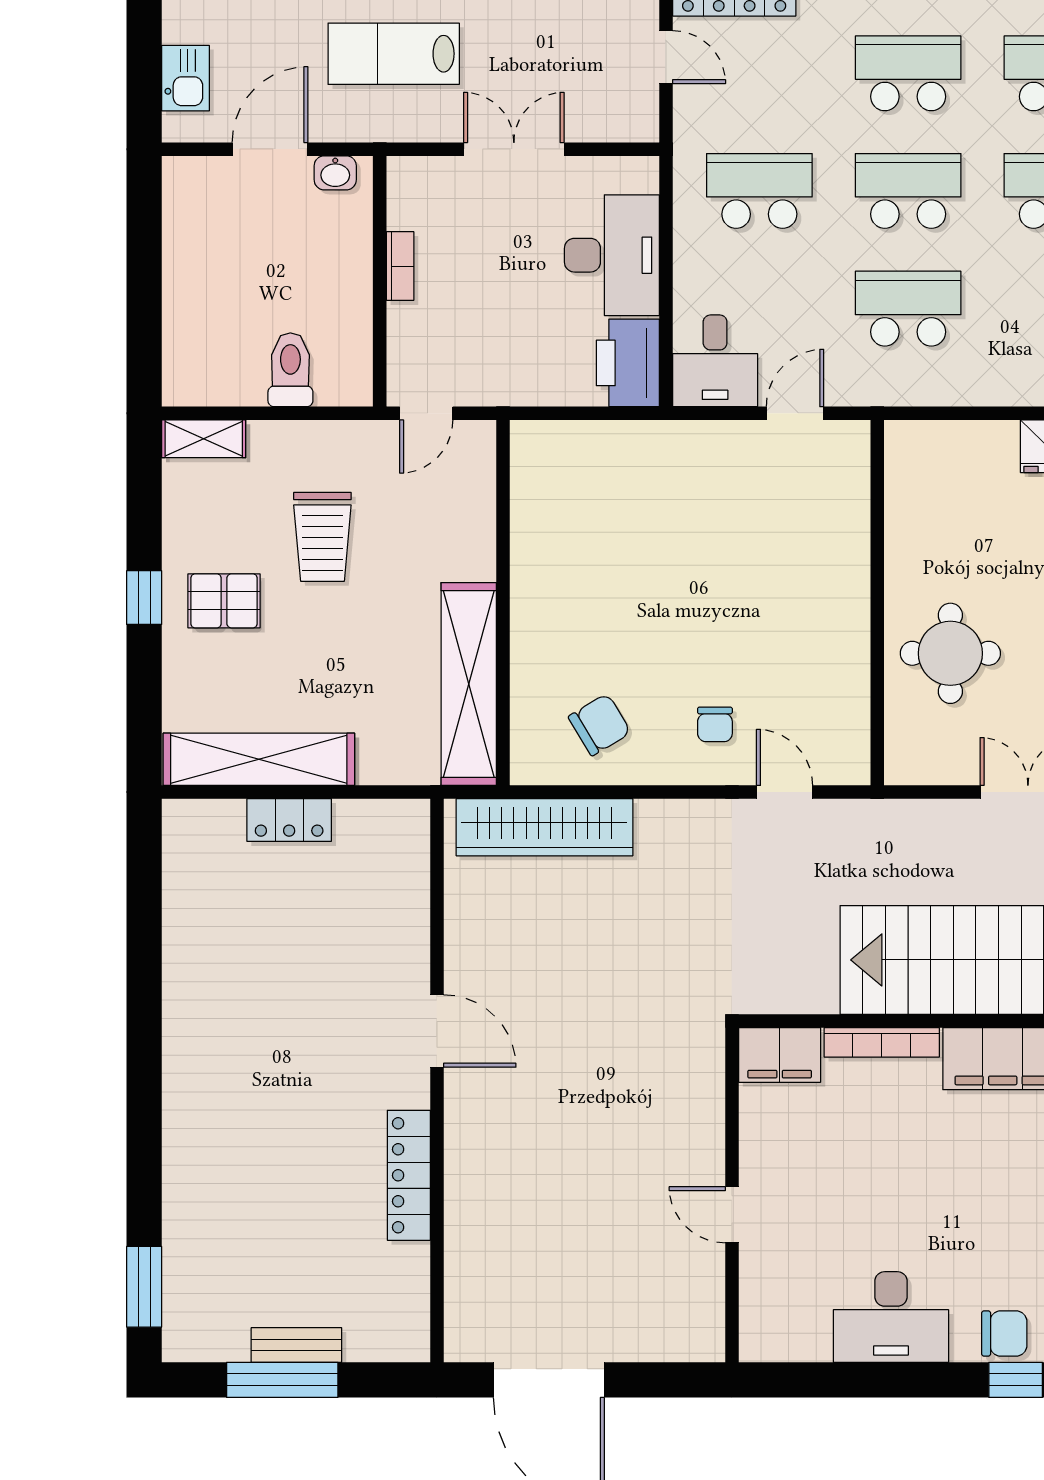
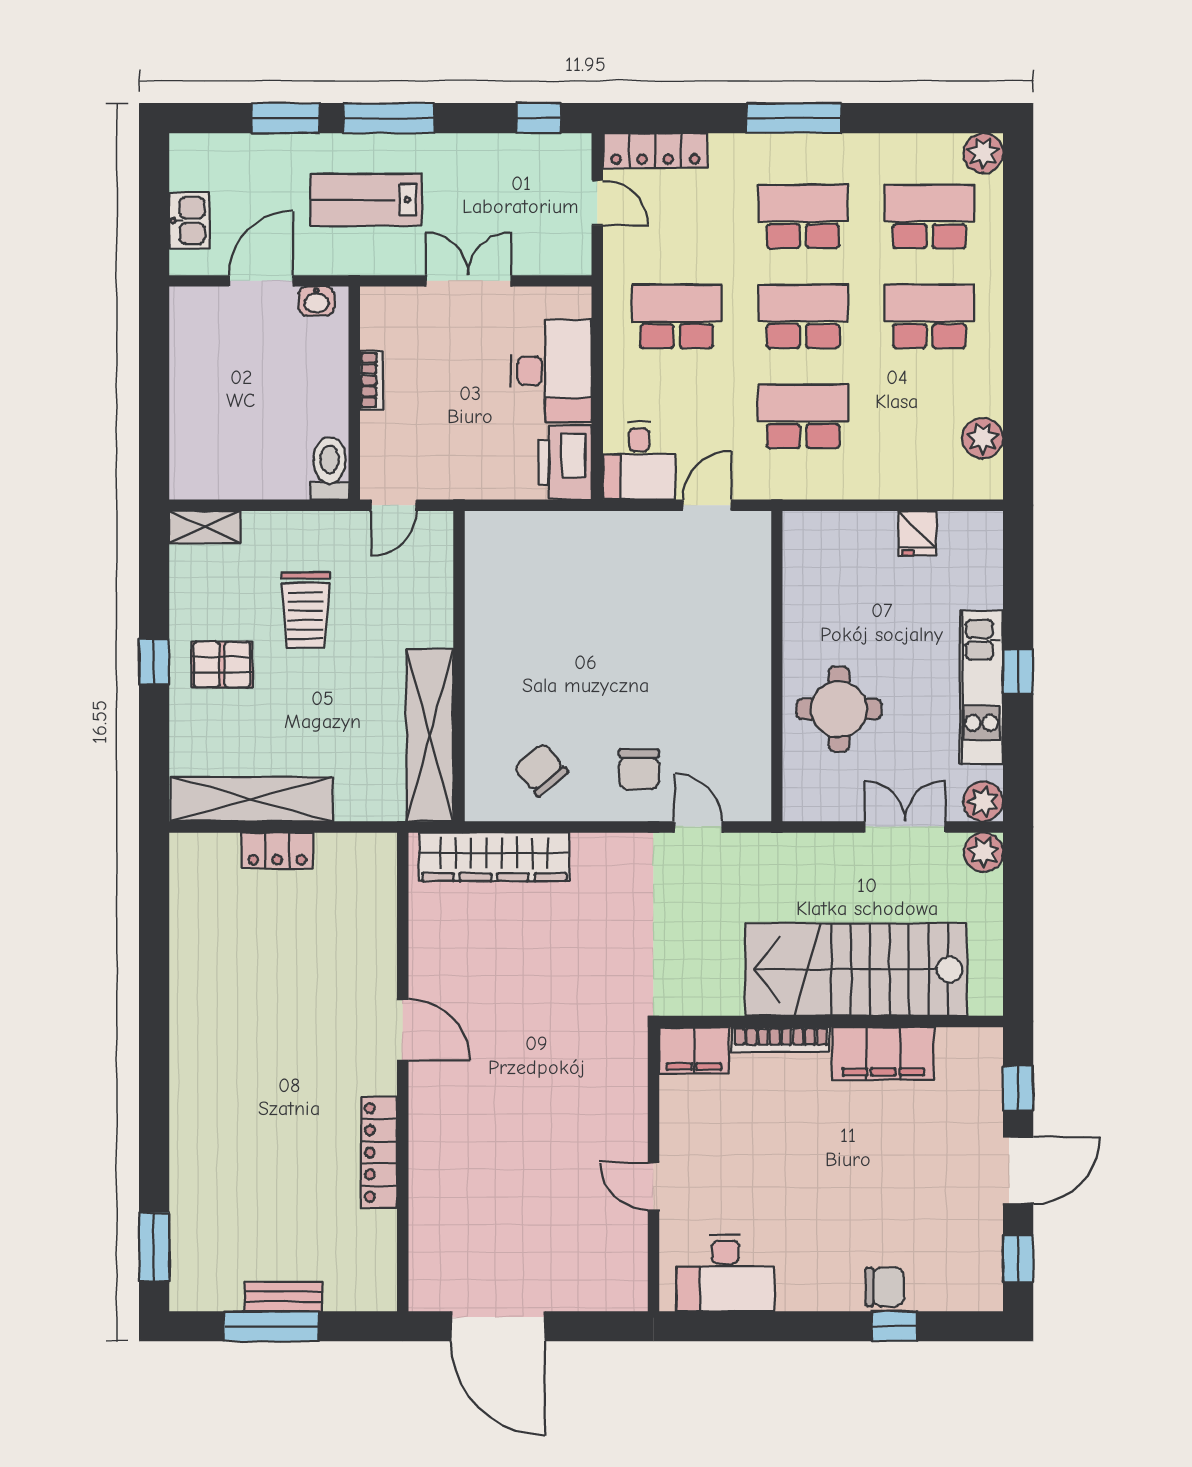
toilet: (290, 370) -> (330, 468), moved
chair: (715, 724) -> (639, 769), width x1.37, depth x1.37
chair: (600, 725) -> (541, 770), turned -99
desk: (891, 1317) -> (725, 1273), moved

